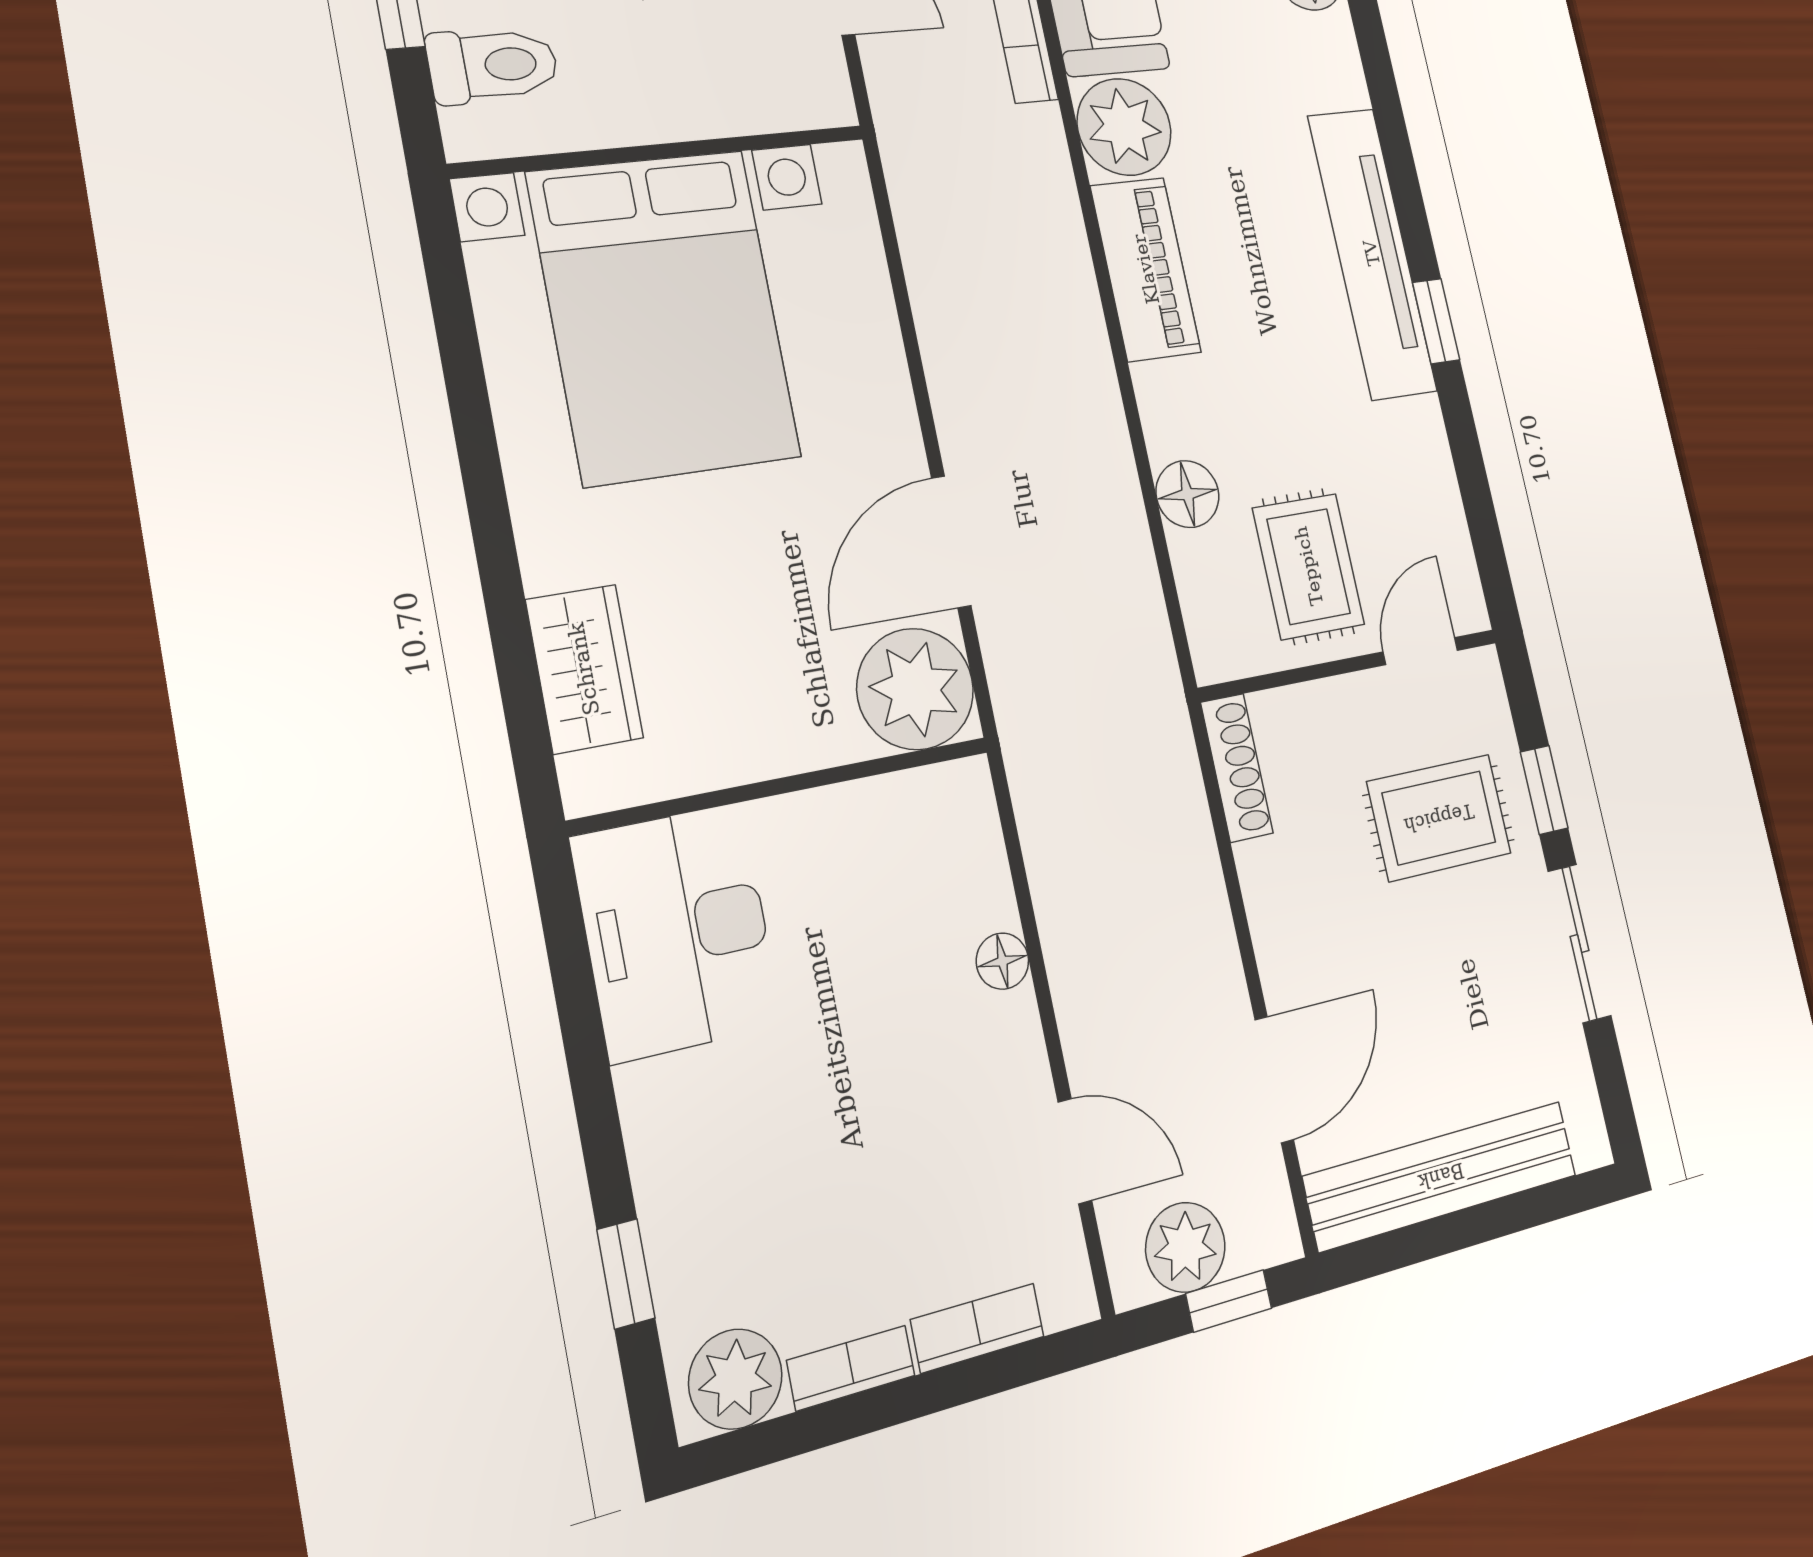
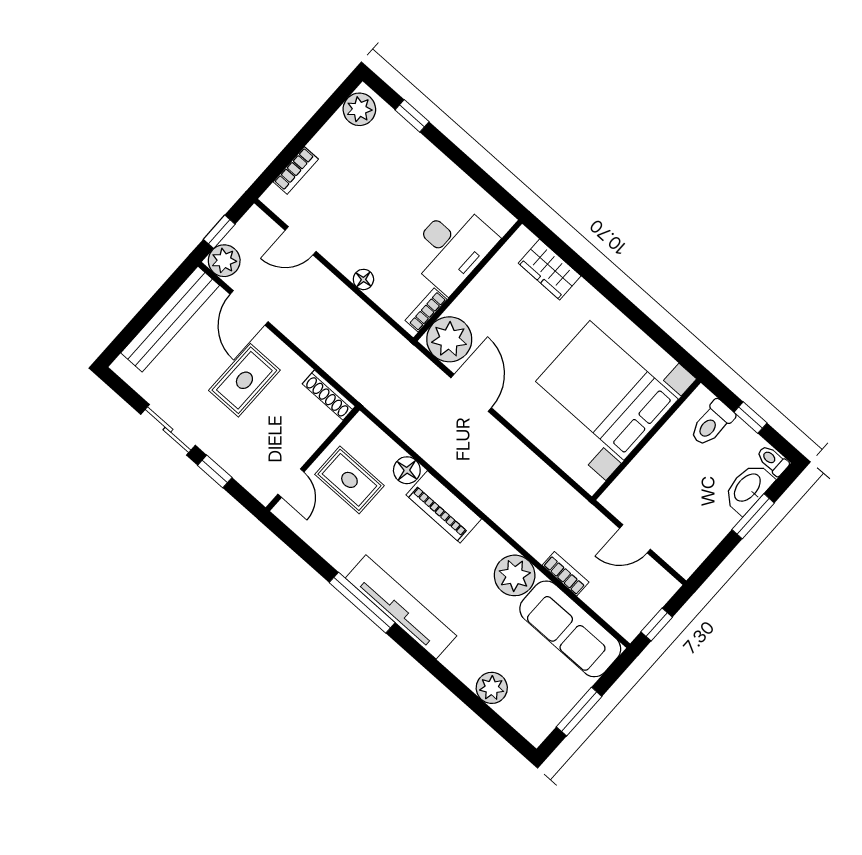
piano: (1146, 269) -> (444, 507), moved
window: (1436, 321) -> (362, 603), width x2.17
rug: (1439, 818) -> (244, 380), moved
desk: (677, 931) -> (452, 247), moved, turned 90
plant: (1185, 1247) -> (224, 261), moved
bookcase: (851, 1368) -> (426, 310), moved, turned 180

